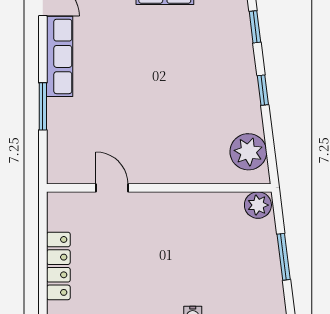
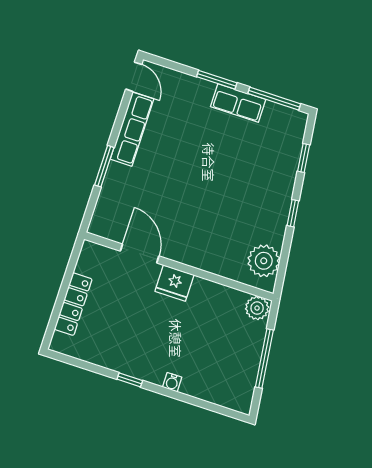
door: (112, 188) -> (140, 254), width x1.38
fridge: (160, 207) -> (174, 283), added
window: (284, 257) -> (264, 358), width x1.44

